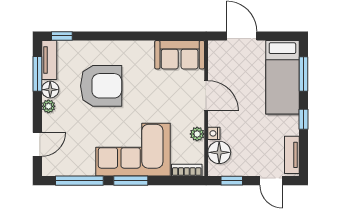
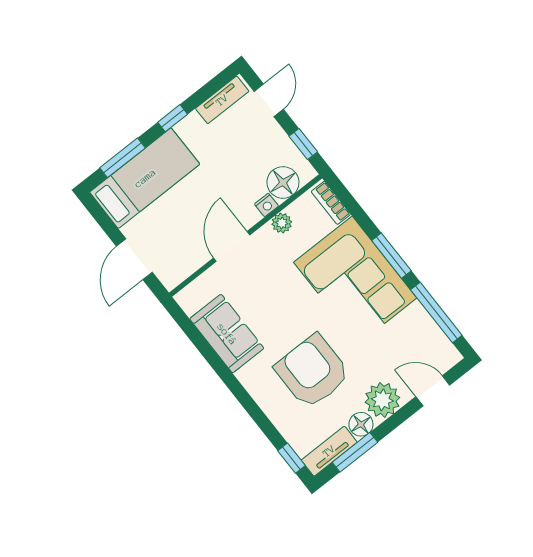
sofa: (180, 55) -> (227, 334), moved
plant: (48, 106) -> (382, 400), width x1.88, depth x1.88

